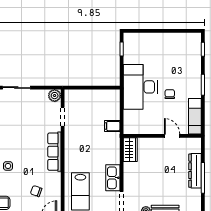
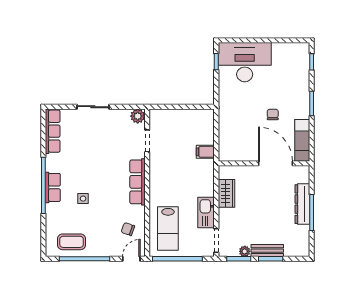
desk: (140, 87) -> (245, 62), moved, turned 90
door: (172, 136) -> (275, 163), width x1.87
wardrobe: (130, 150) -> (226, 193), moved
chair: (36, 191) -> (128, 229), moved

